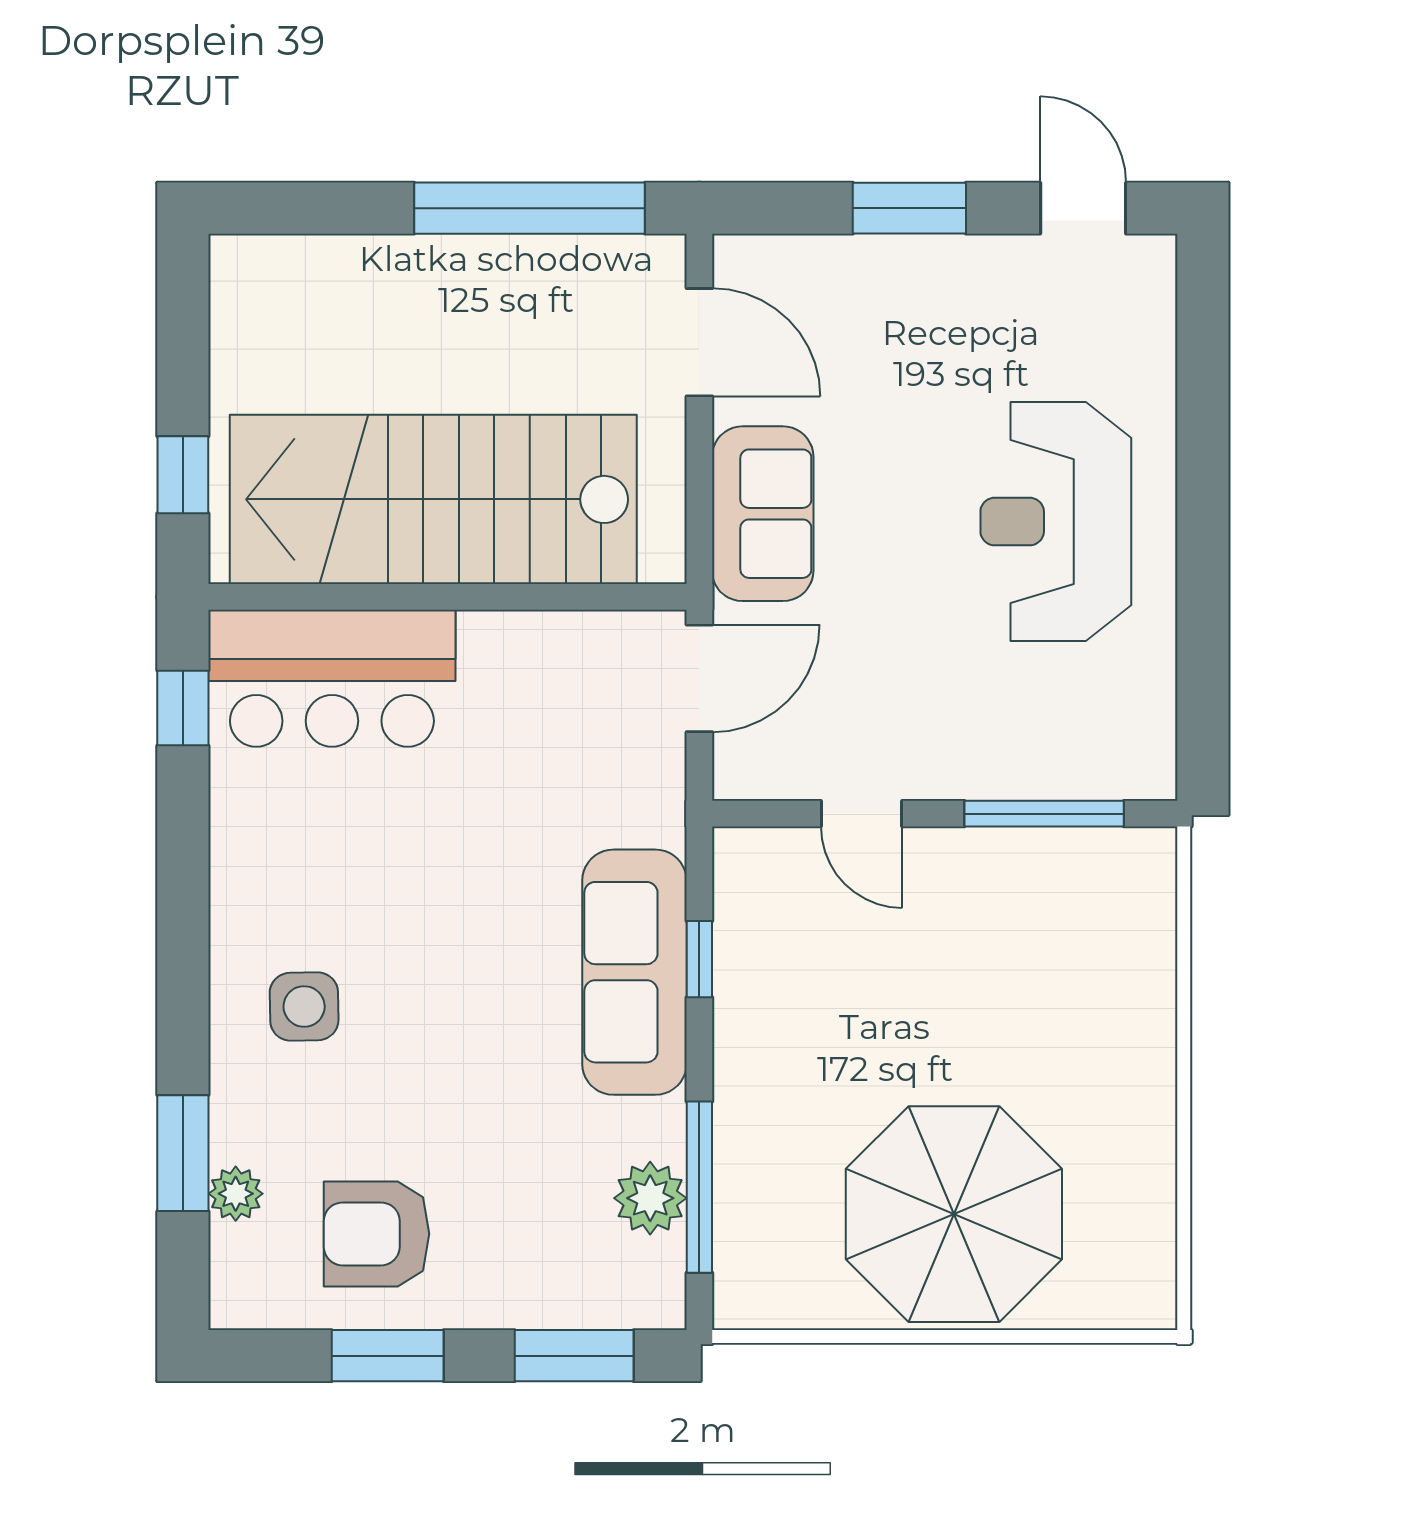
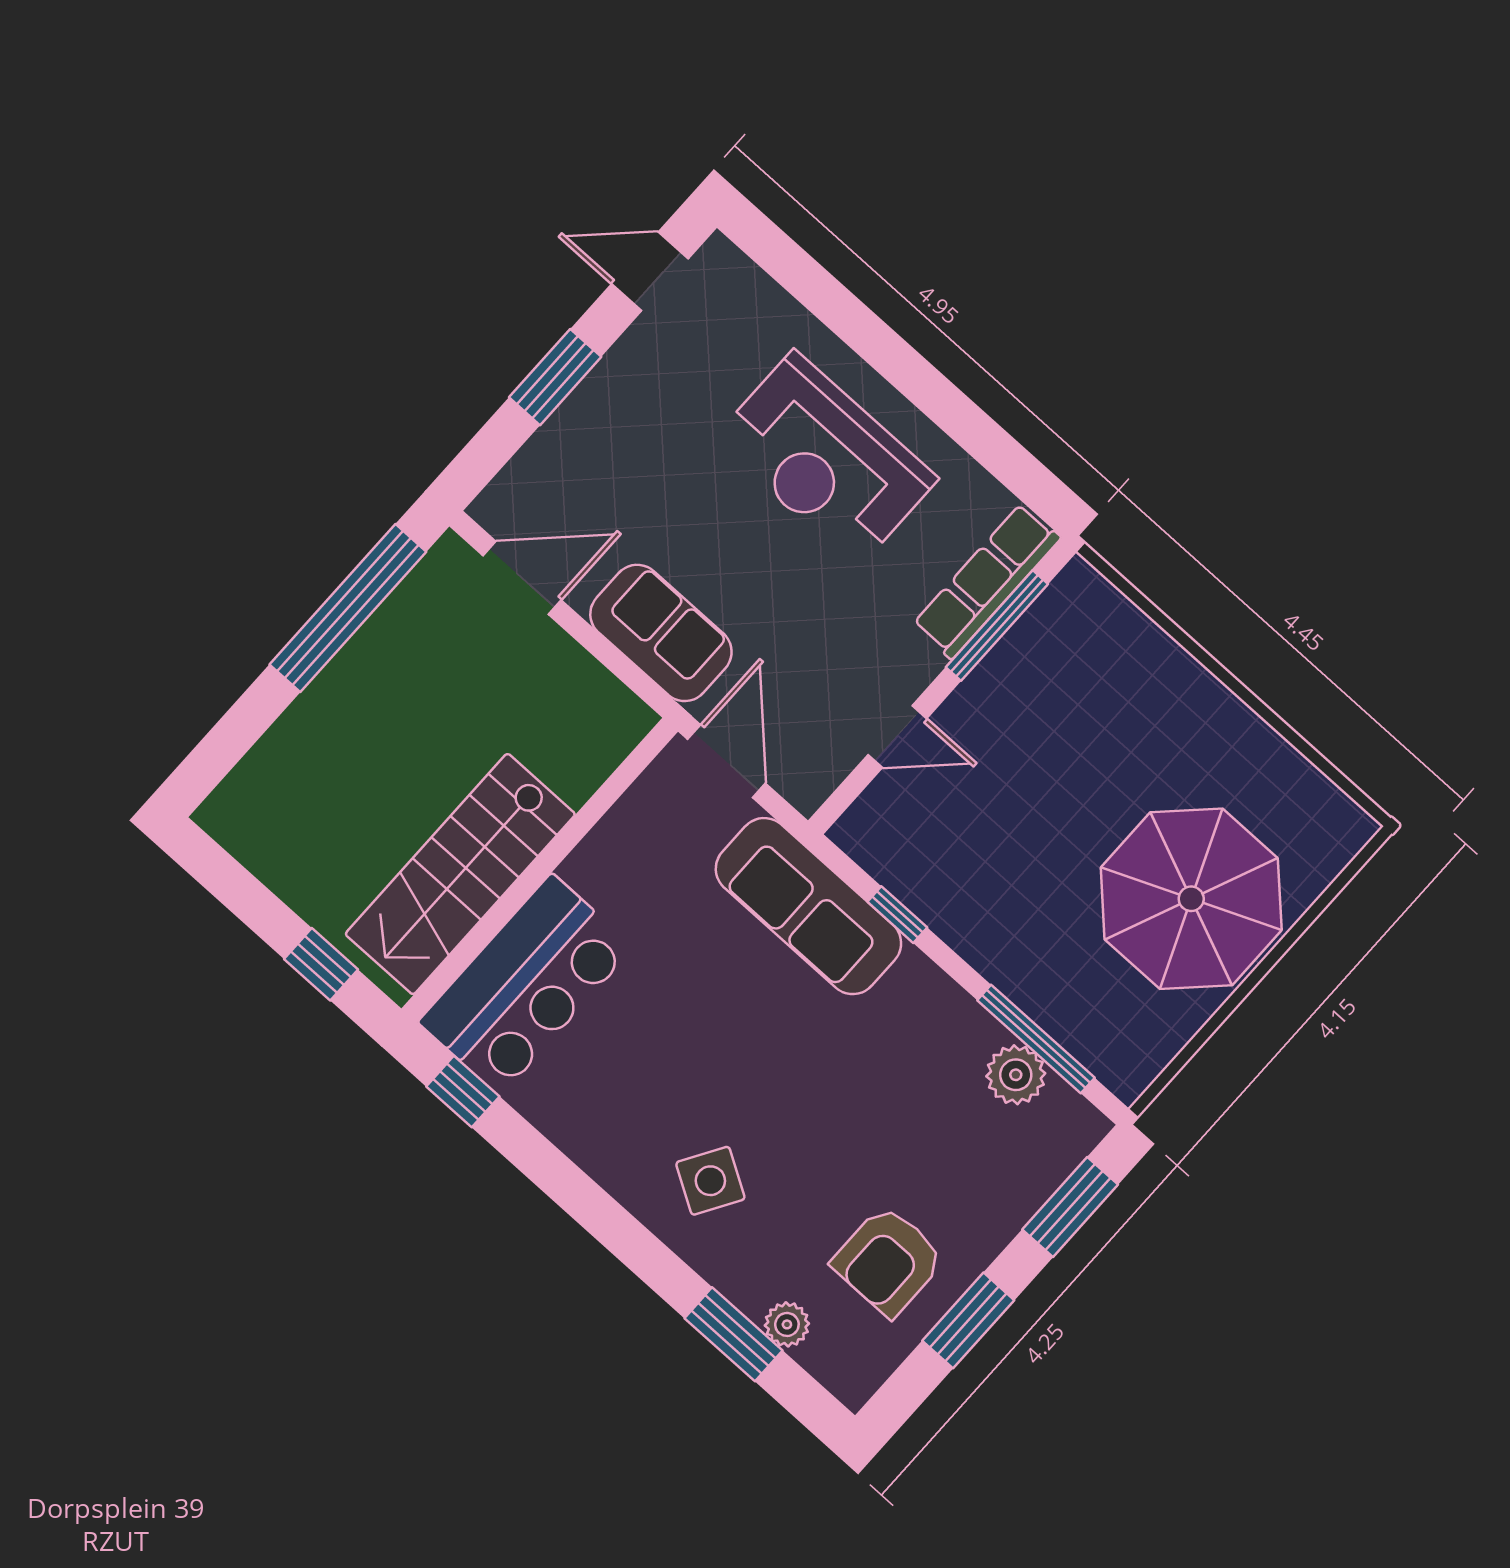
stairs: (433, 499) -> (460, 874), width x0.73, depth x0.66
row of seats: (1076, 768) -> (987, 581), added
sofa: (634, 972) -> (808, 906), moved
side table: (304, 1006) -> (710, 1181), turned 32

